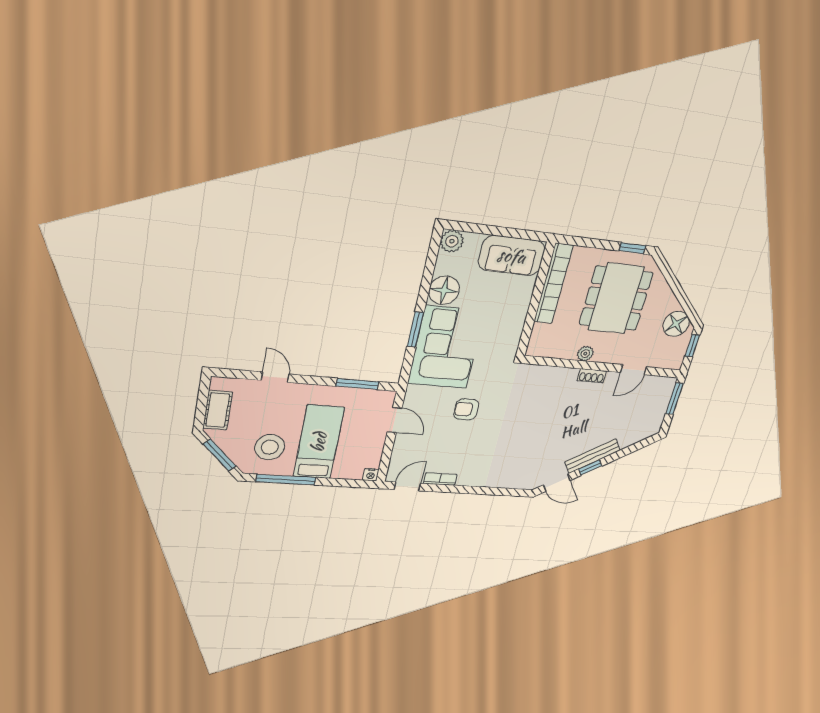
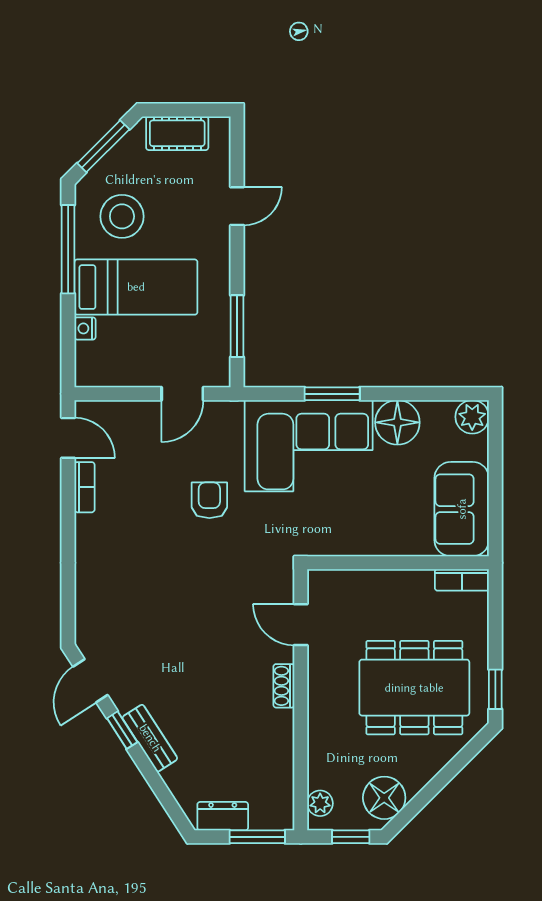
bookcase: (553, 284) -> (462, 580), width x0.43, depth x0.76
plant: (585, 354) -> (320, 803), moved
door: (634, 370) -> (301, 625), moved
dresser: (656, 417) -> (223, 816), added
bench: (592, 456) -> (150, 738), width x0.73
nightstand: (371, 475) -> (85, 328), moved

